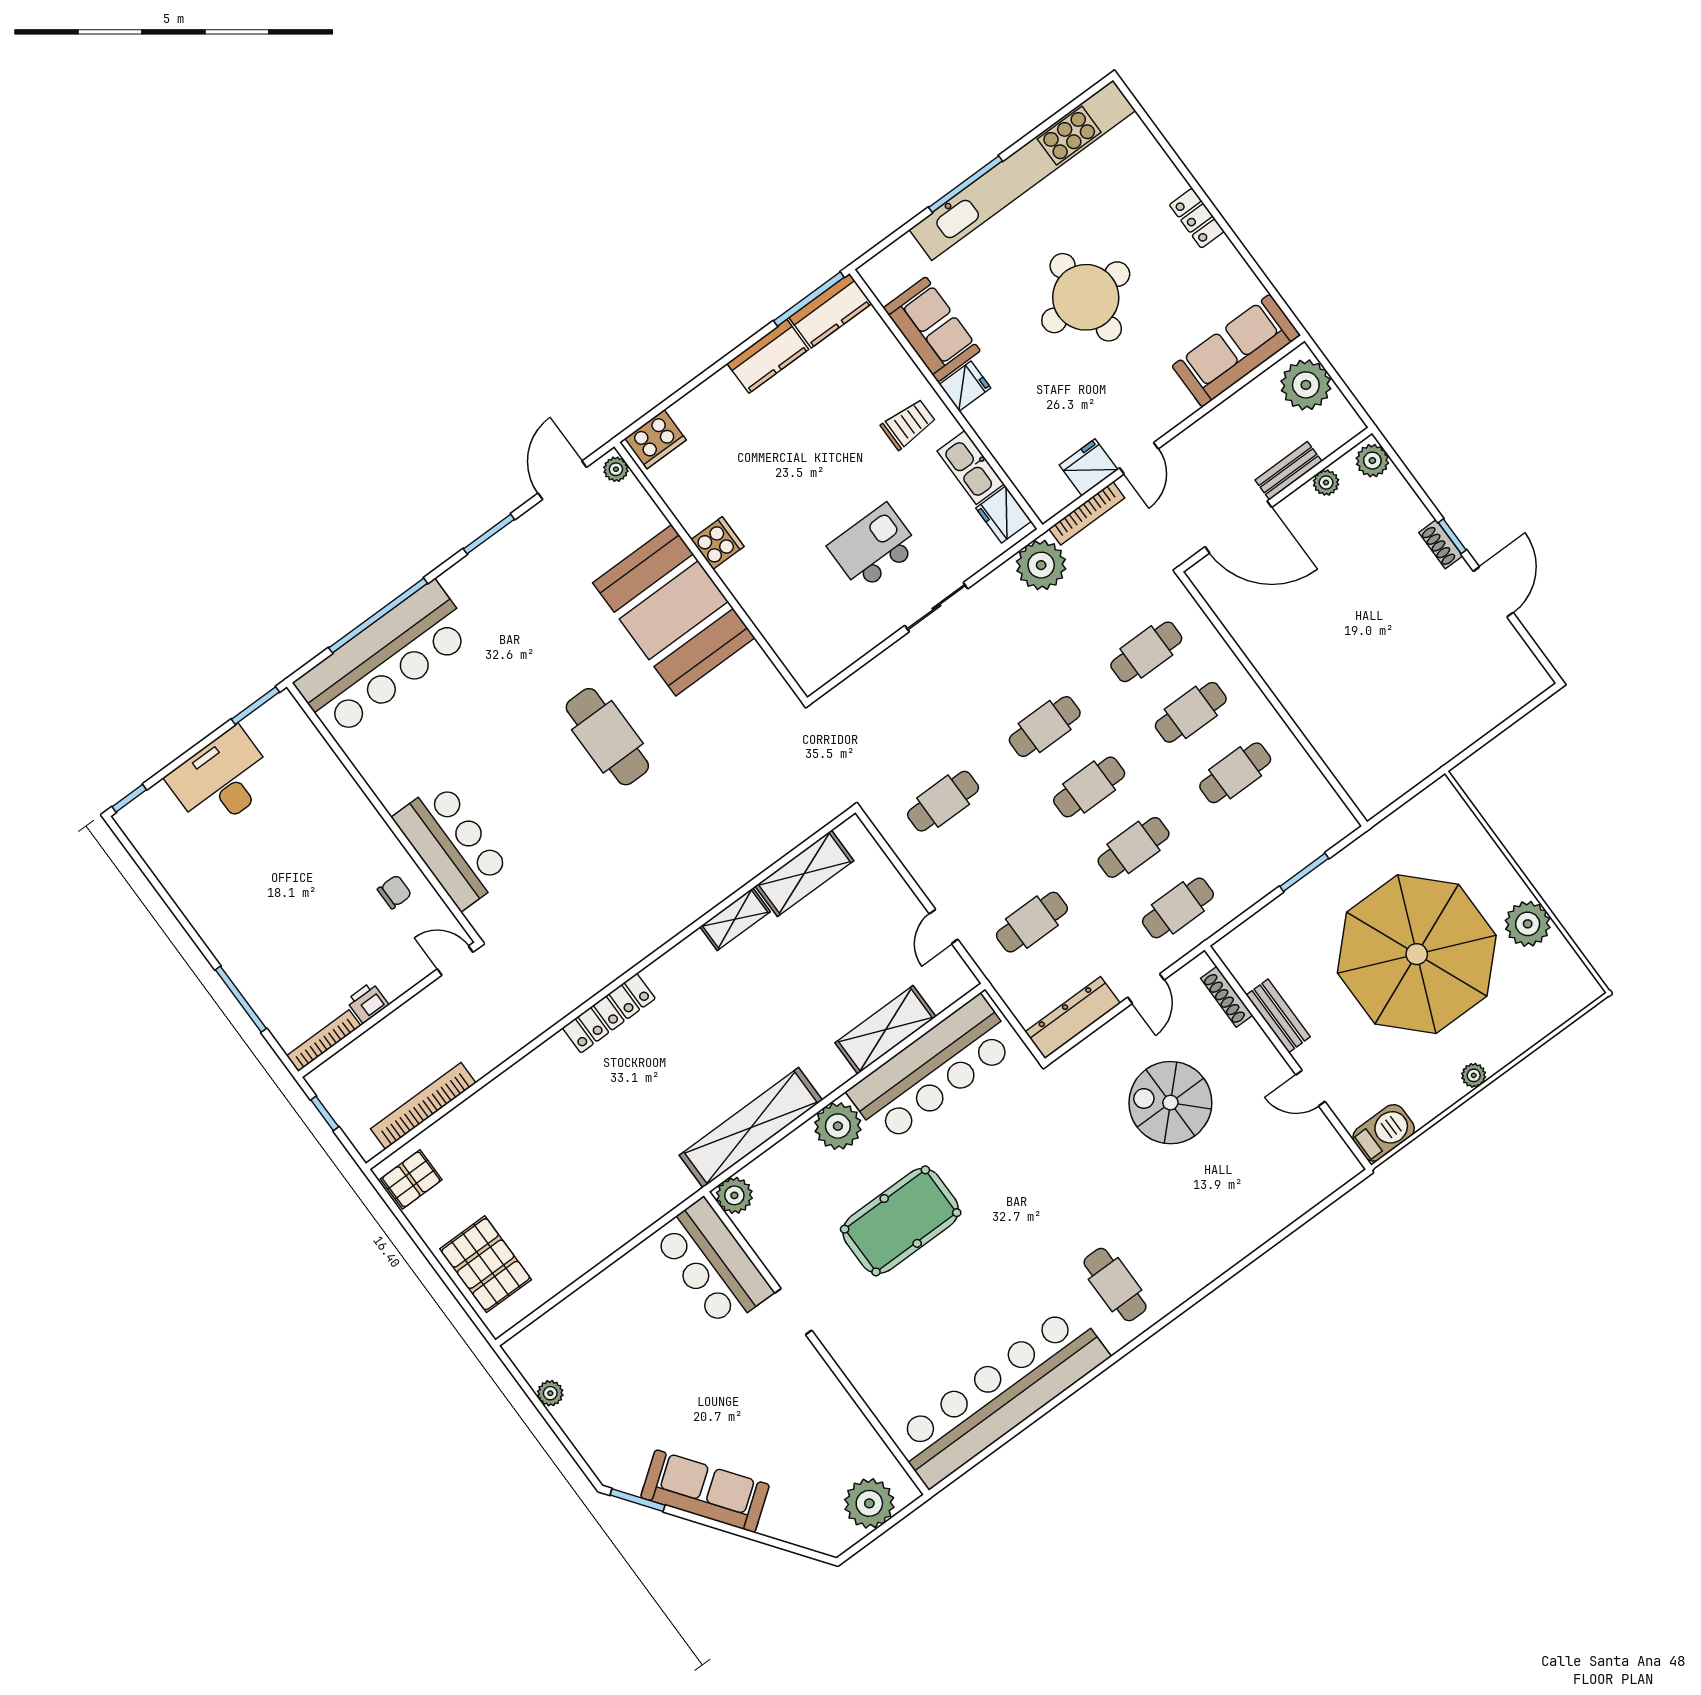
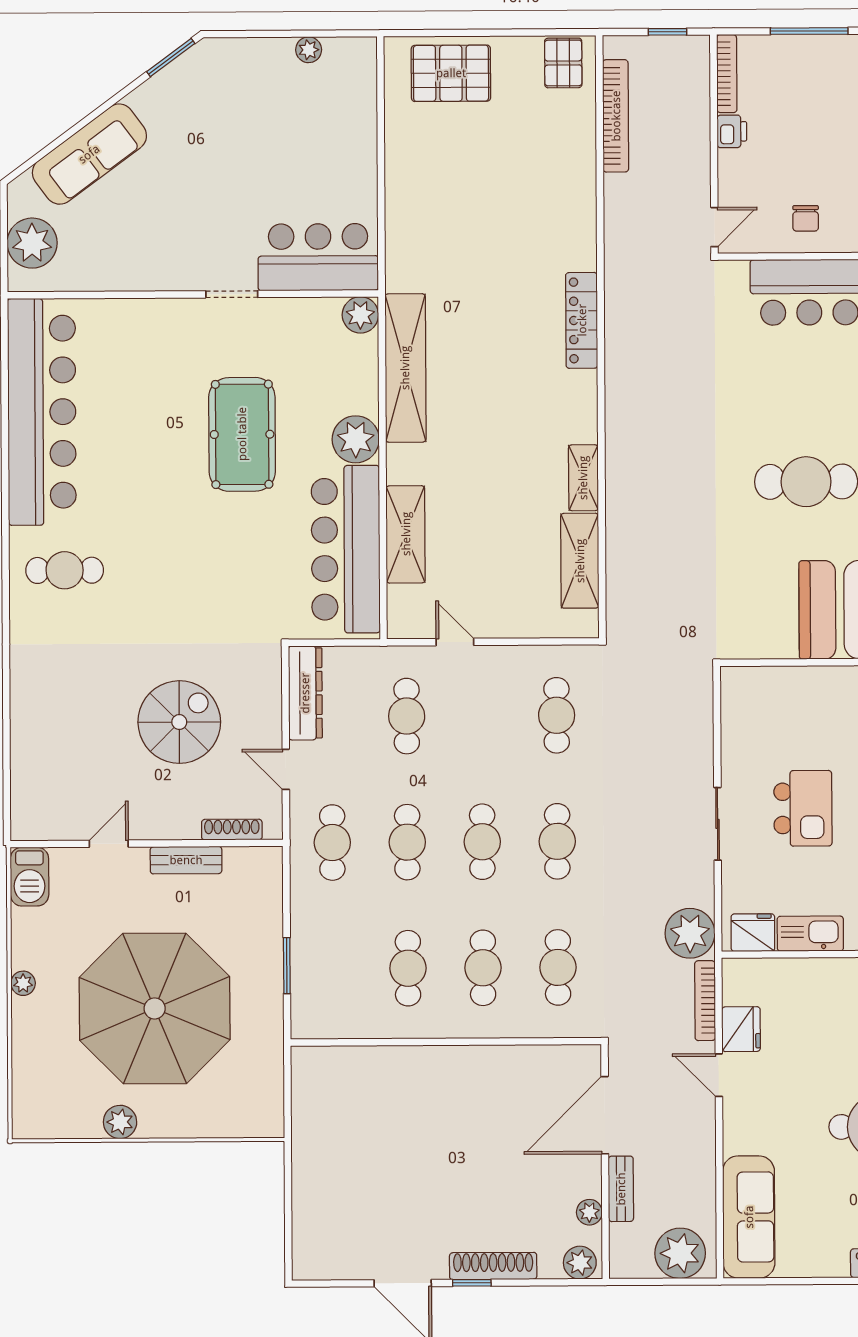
shoe rack: (1441, 544) -> (493, 1266), width x1.94, depth x1.24
plant: (1528, 924) -> (120, 1122), width x0.73, depth x0.73
sofa: (705, 1491) -> (89, 154), moved

